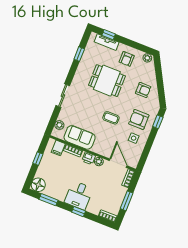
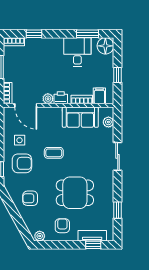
desk: (79, 195) -> (77, 52), moved
window: (79, 212) -> (34, 34), moved

